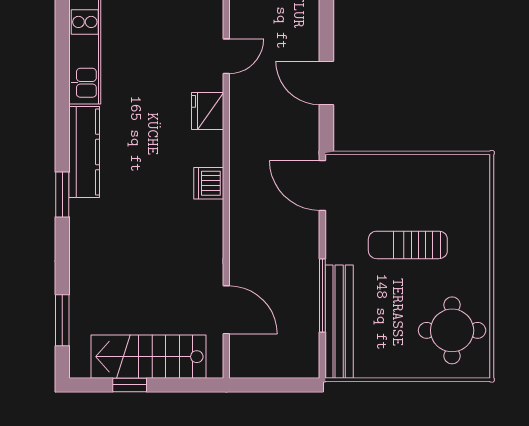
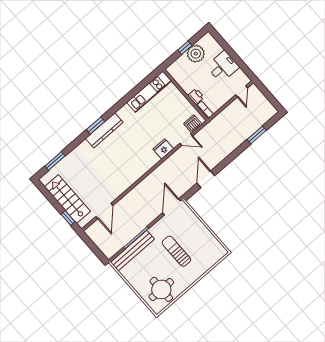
kitchen counter: (84, 152) -> (104, 130), moved
dishwasher: (209, 183) -> (193, 124), moved
window: (130, 385) -> (68, 218), moved

